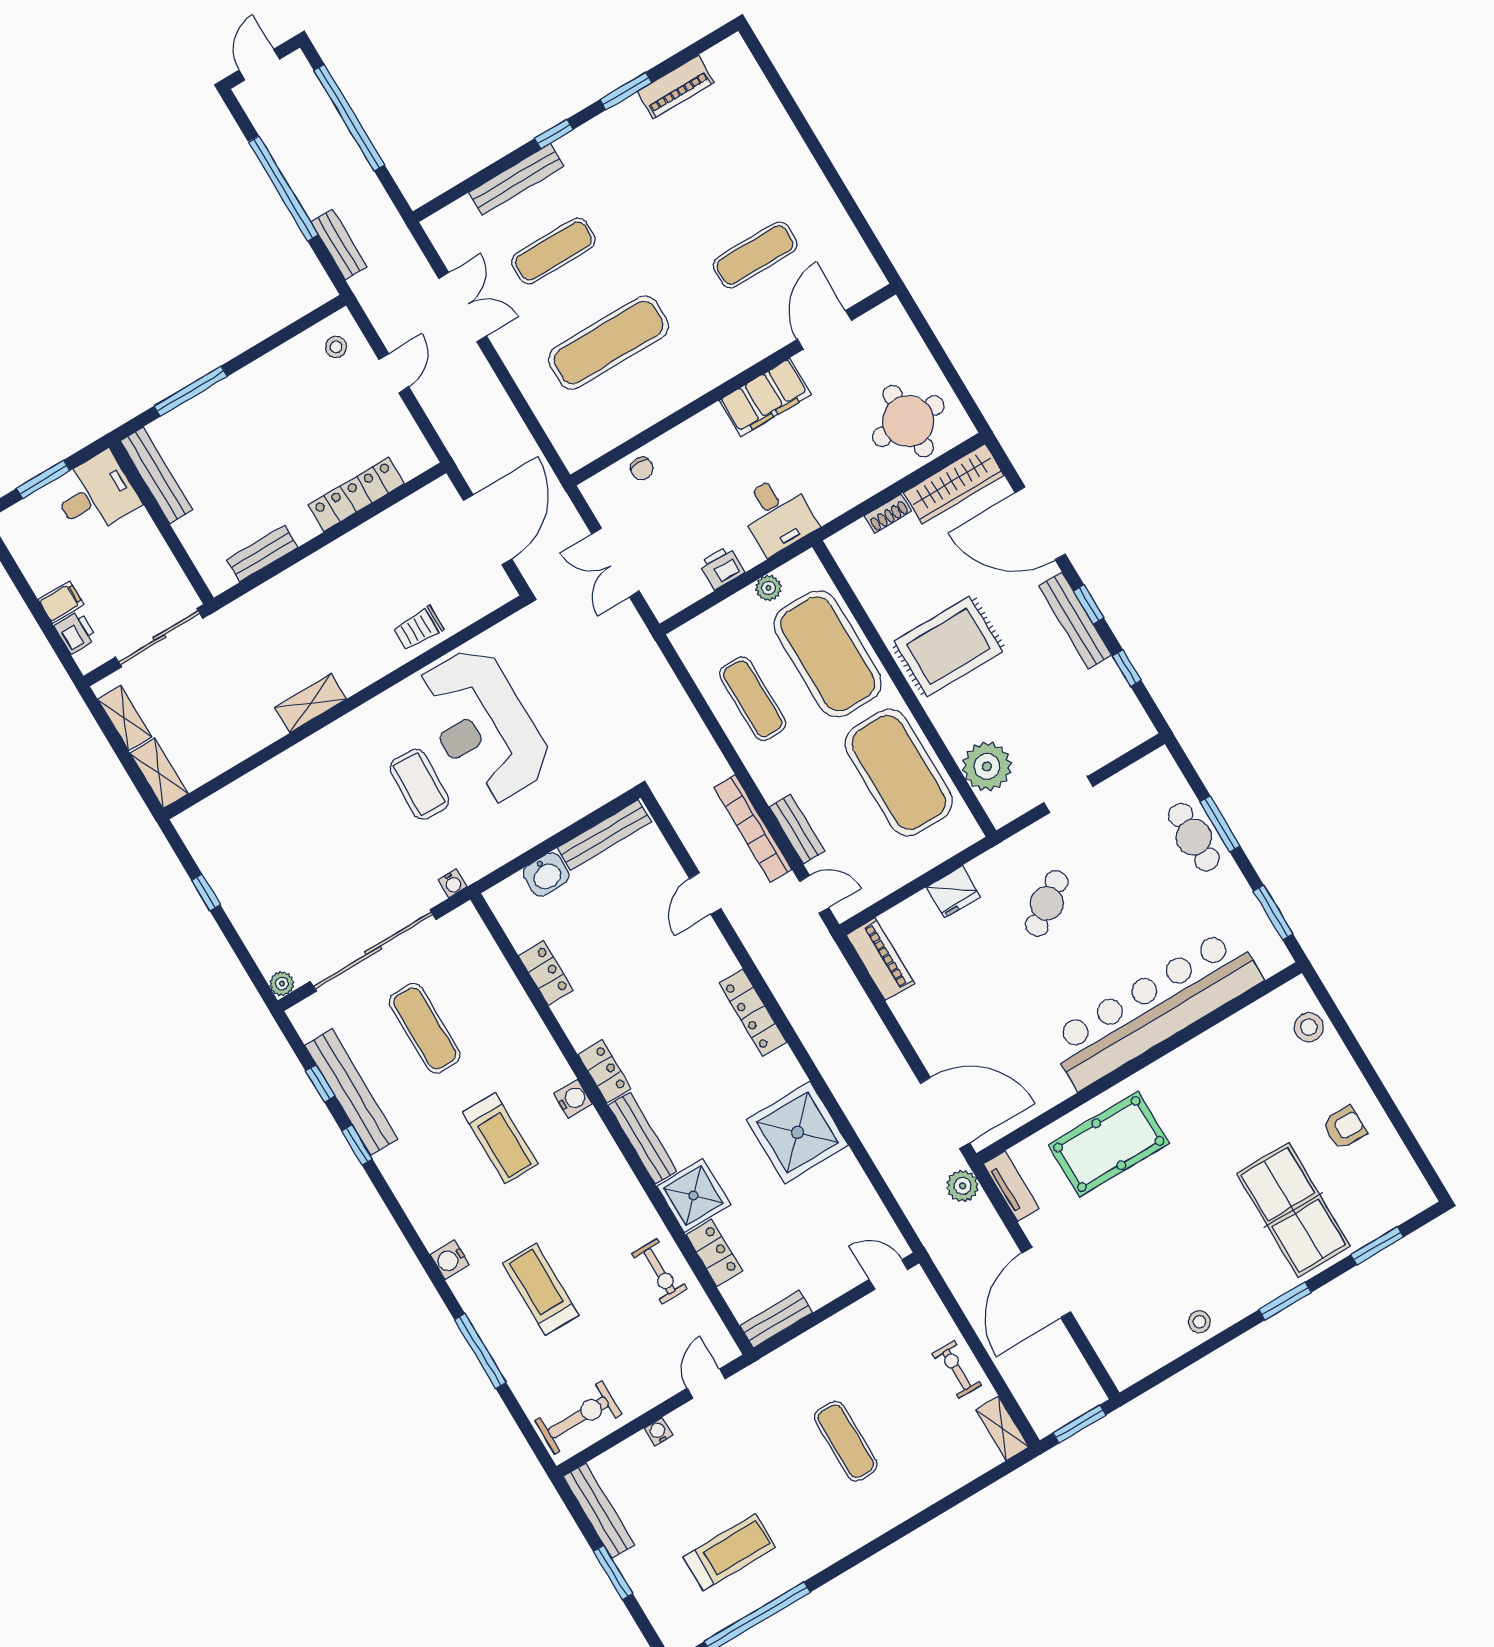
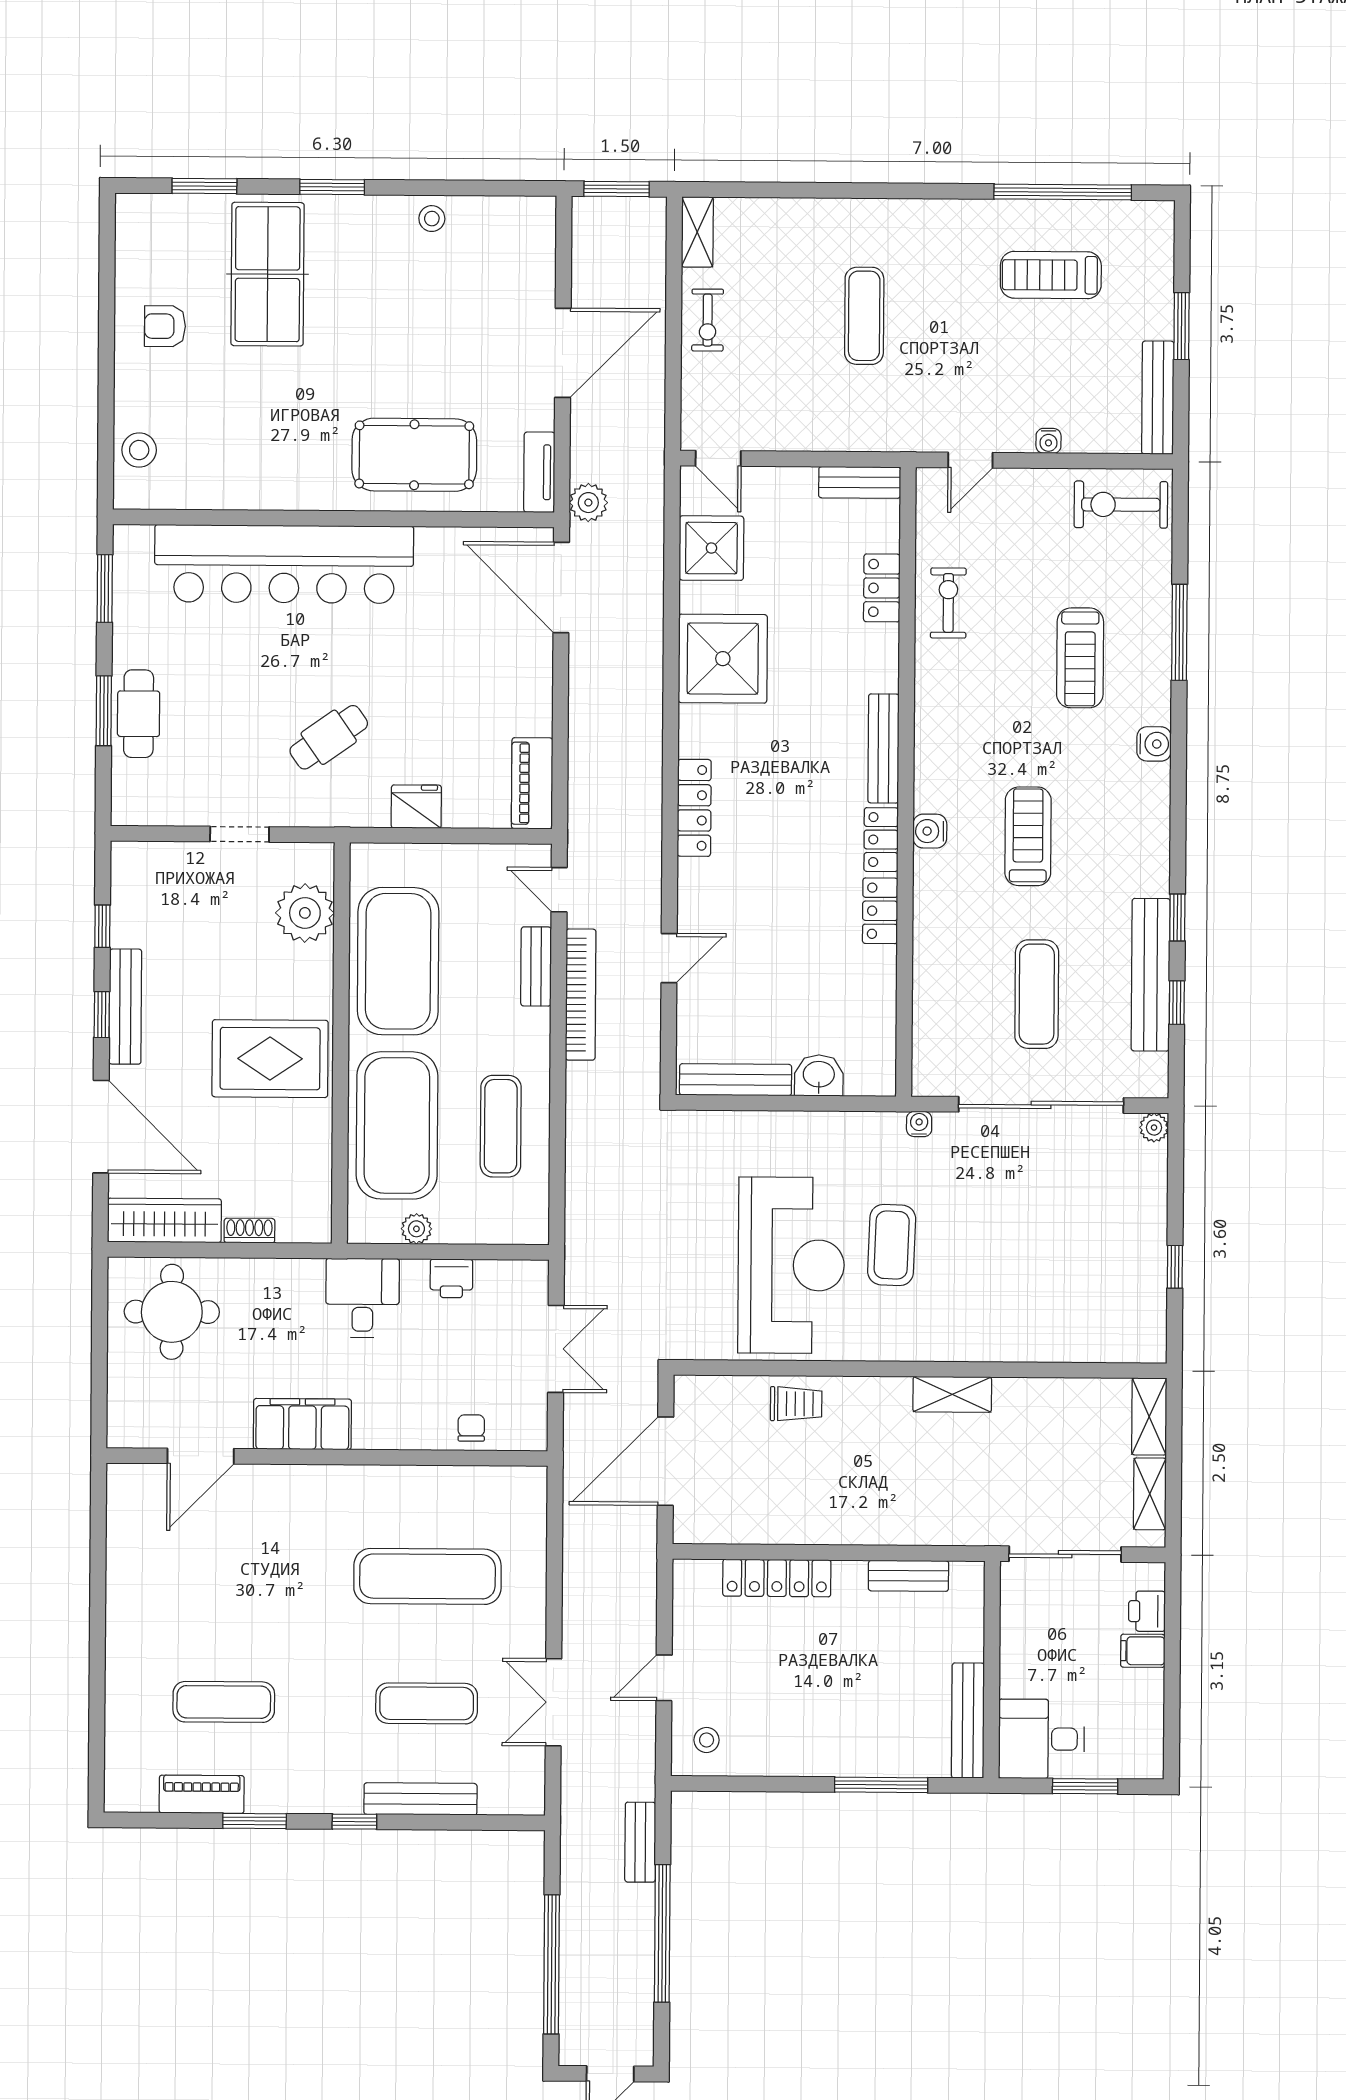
exercise mat: (755, 255) -> (224, 1702), moved
locker: (546, 973) -> (880, 911), moved
shower: (693, 1196) -> (711, 548), moved

